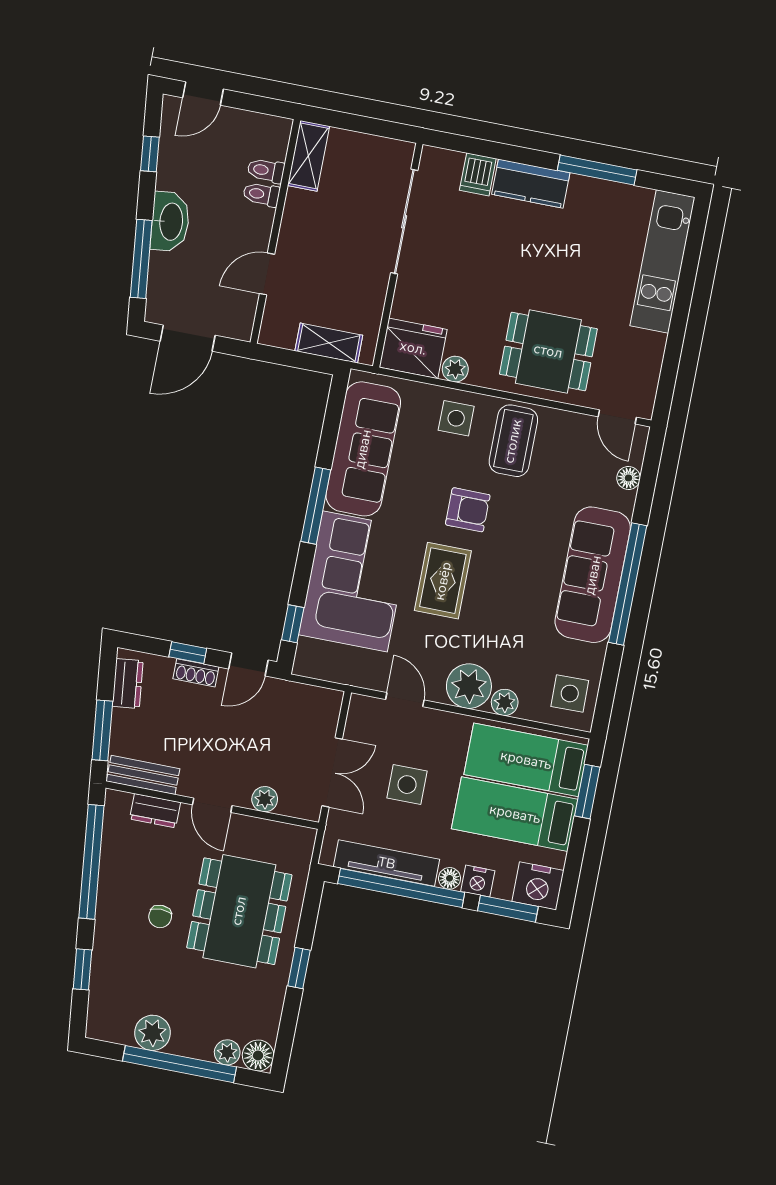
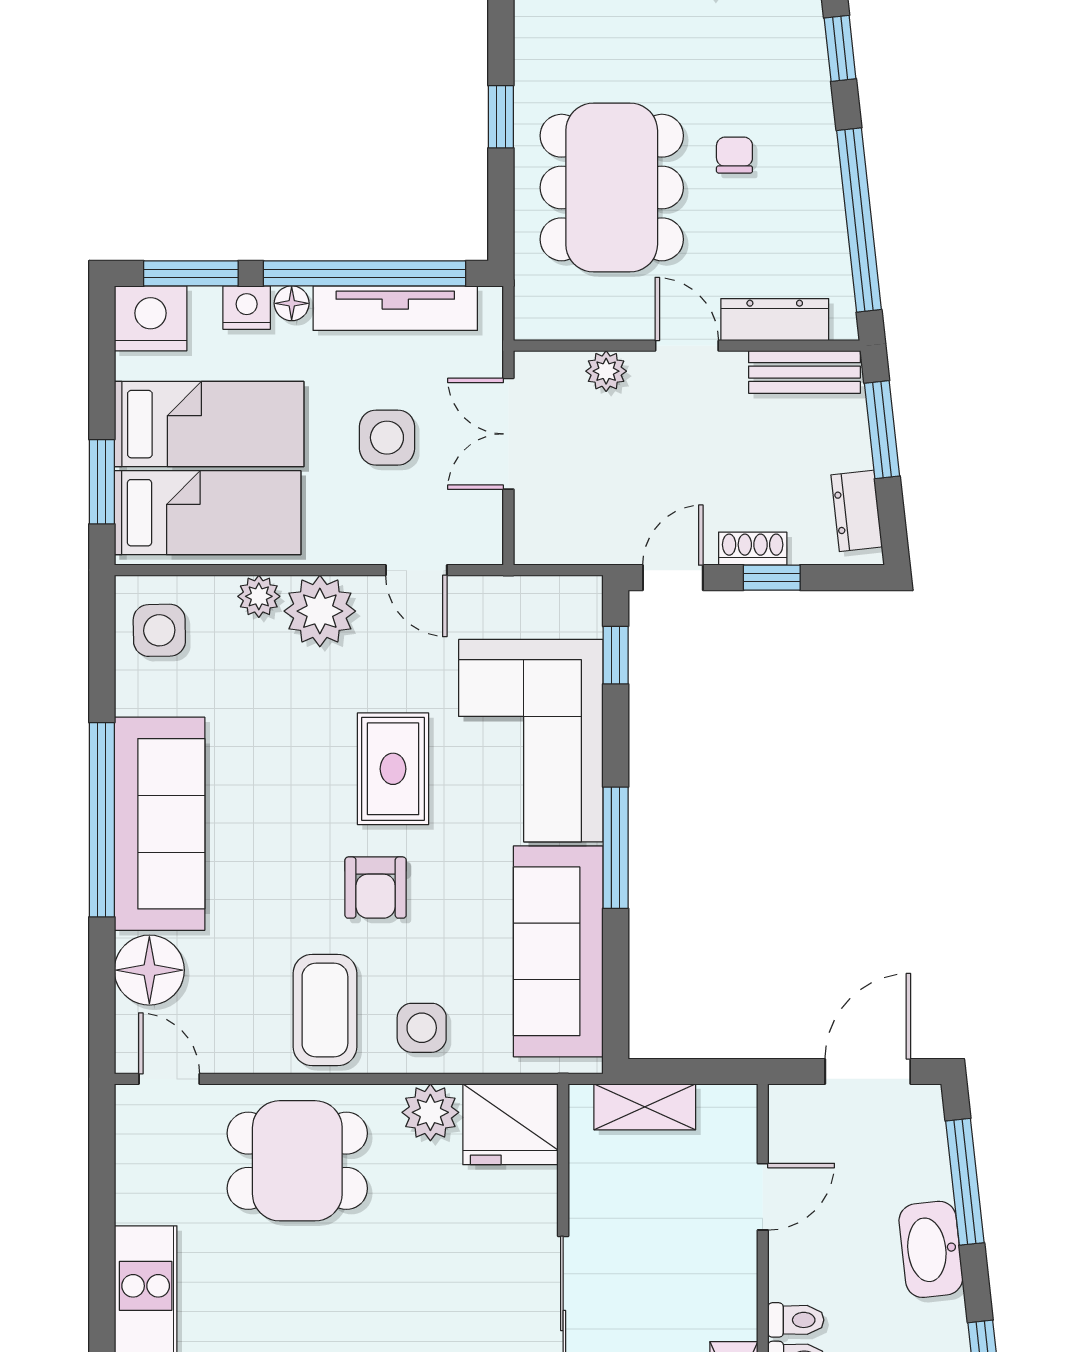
plant: (455, 369) -> (430, 1112), width x1.38, depth x1.38
floor lamp: (628, 478) -> (149, 970), width x1.89, depth x1.89
armchair: (468, 510) -> (376, 888), turned -90
dresser: (155, 811) -> (775, 320), width x1.44

